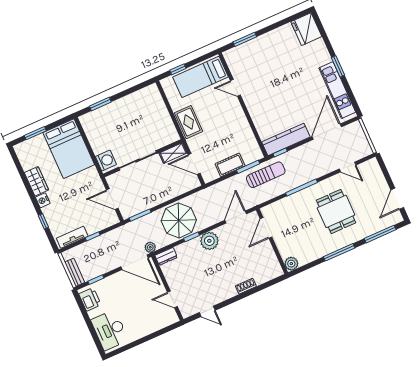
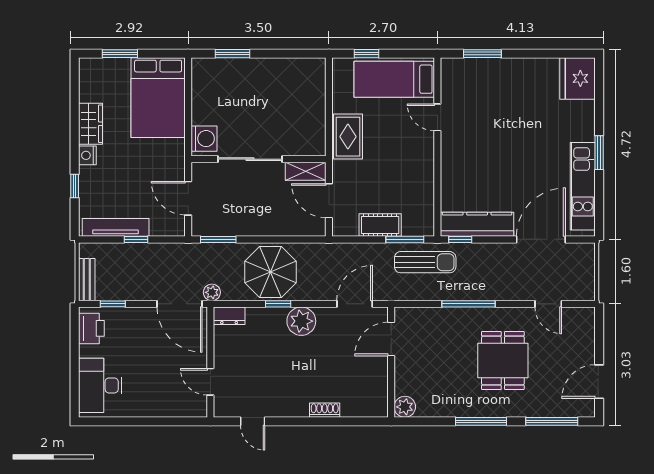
tv unit: (72, 237) -> (116, 227), width x1.41

